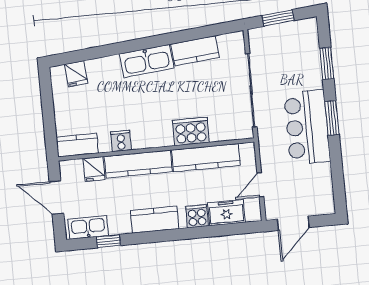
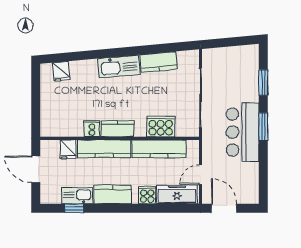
window: (278, 18) -> (228, 42), removed
cooker: (191, 131) -> (161, 127), moved
kitchen counter: (77, 145) -> (117, 129), moved
freezer: (226, 213) -> (177, 195), width x1.40
door: (293, 223) -> (224, 208), swing flipped
kitchen sink: (88, 227) -> (77, 196), moved

